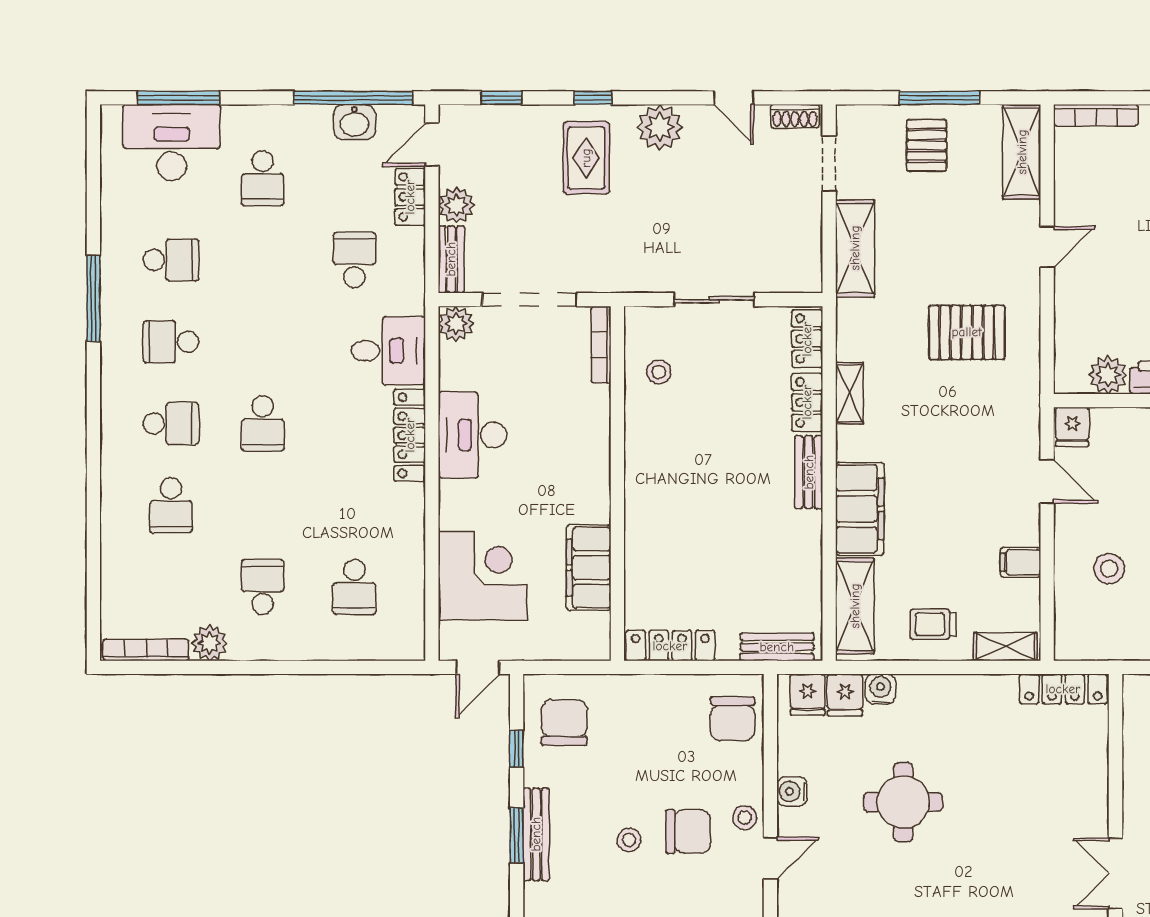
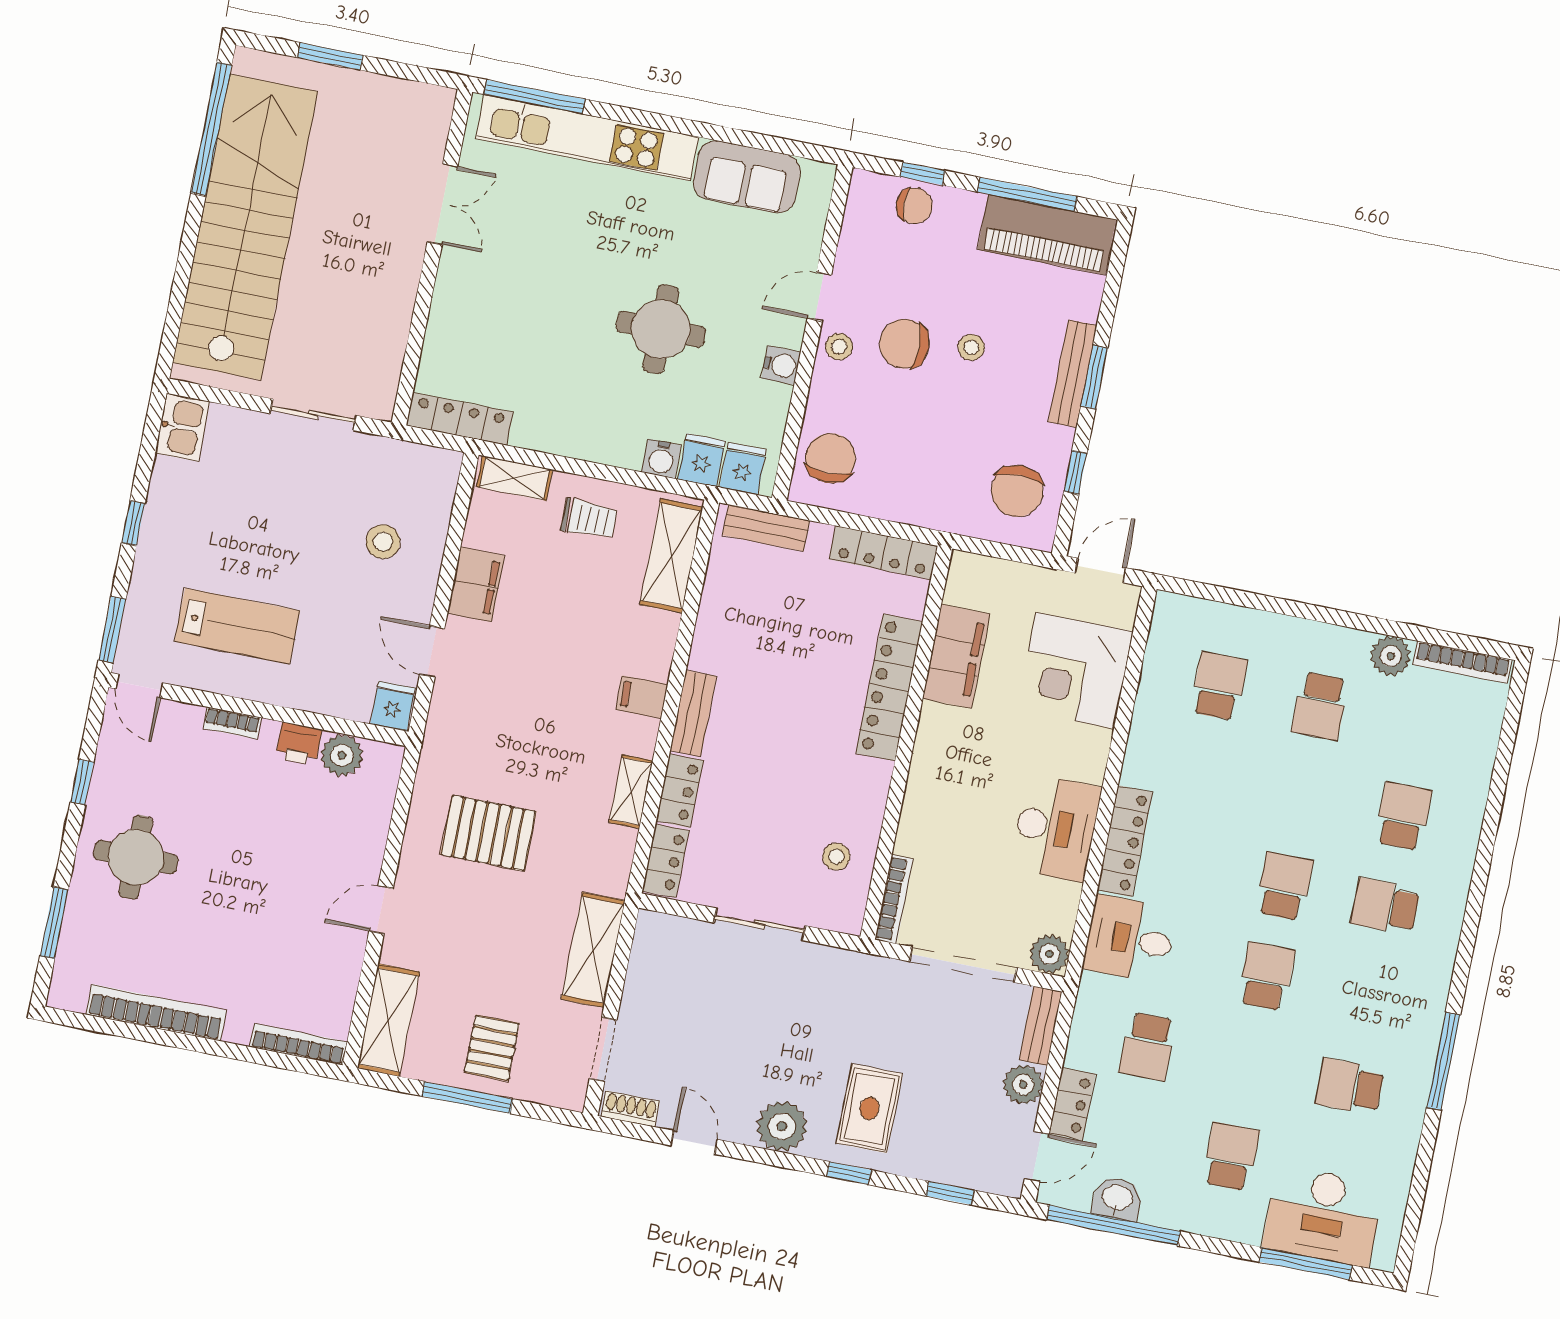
school desk: (171, 342) -> (1266, 976), moved, turned -90
filing cabinet: (860, 509) -> (642, 697), width x0.33, depth x0.86
locker: (642, 529) -> (889, 687), added
filing cabinet: (1021, 562) -> (476, 585), width x2.00

